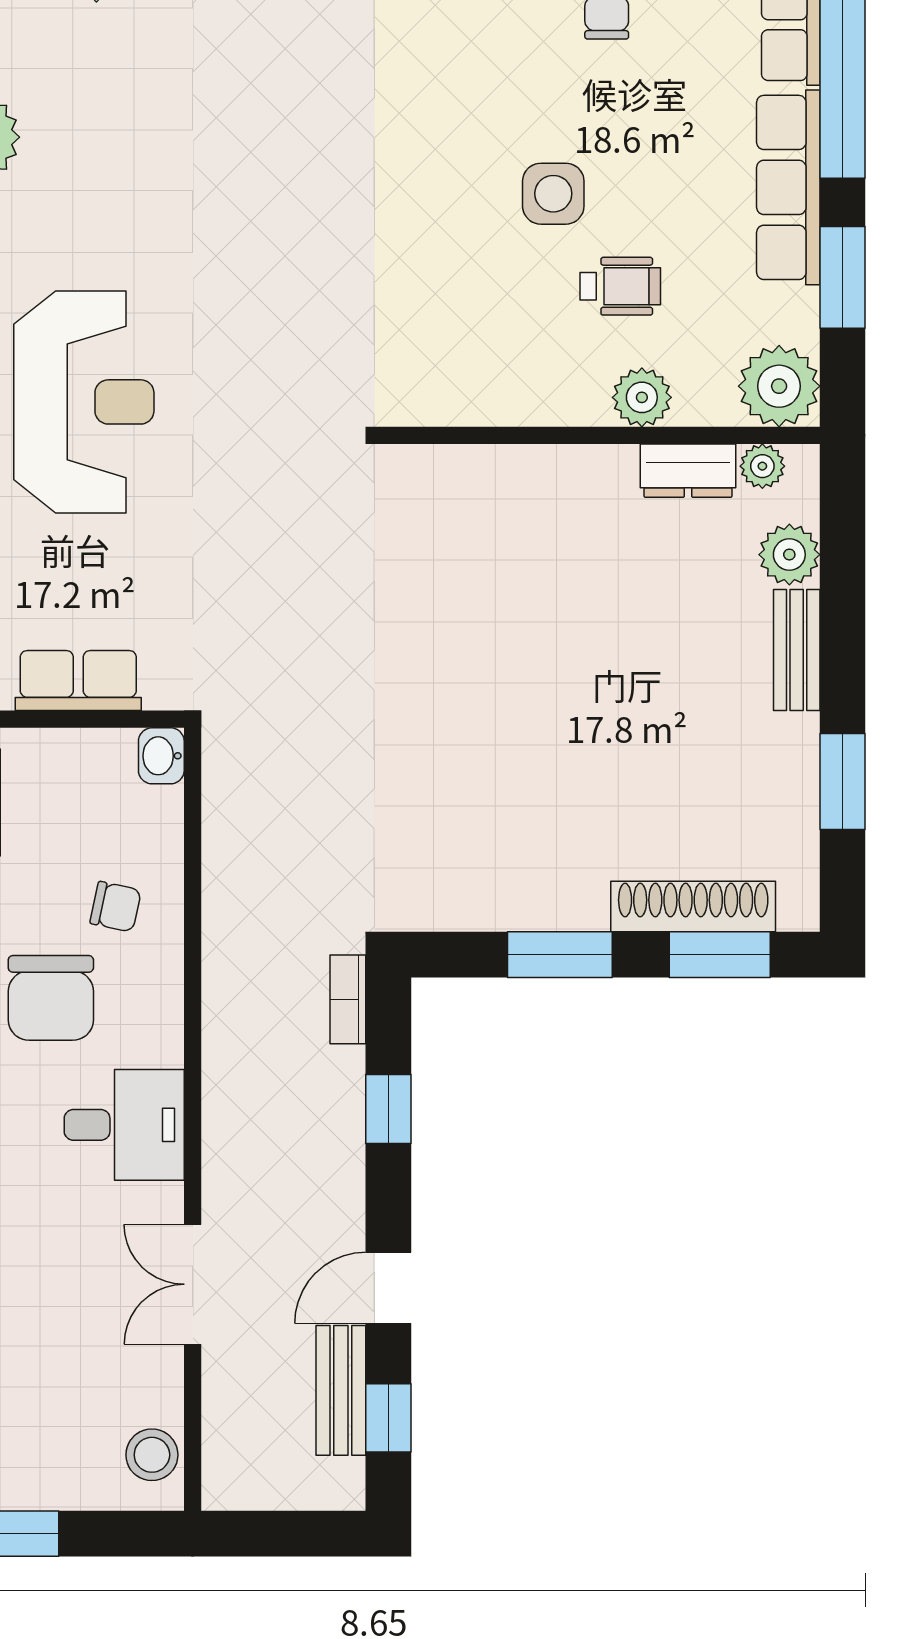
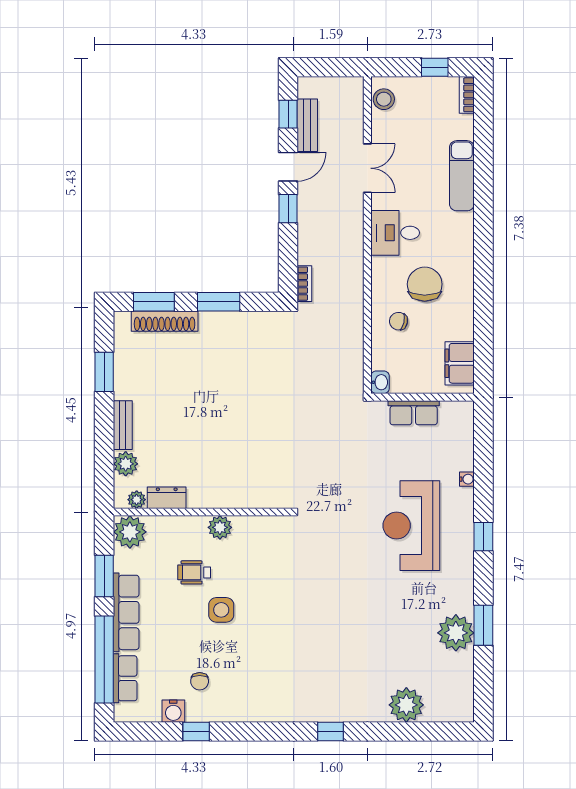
plant: (642, 397) -> (220, 527), moved
window: (388, 1109) -> (288, 209), moved

